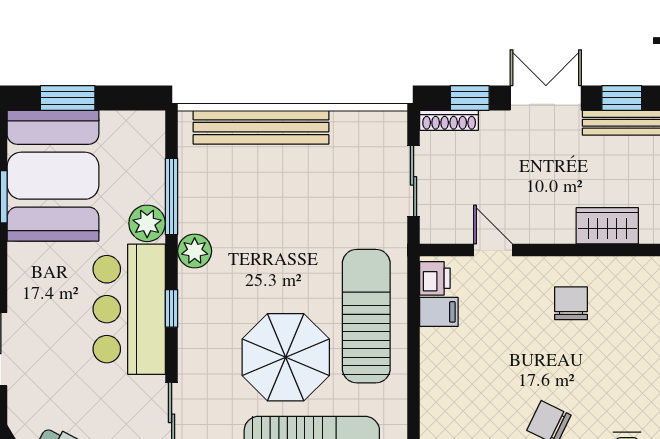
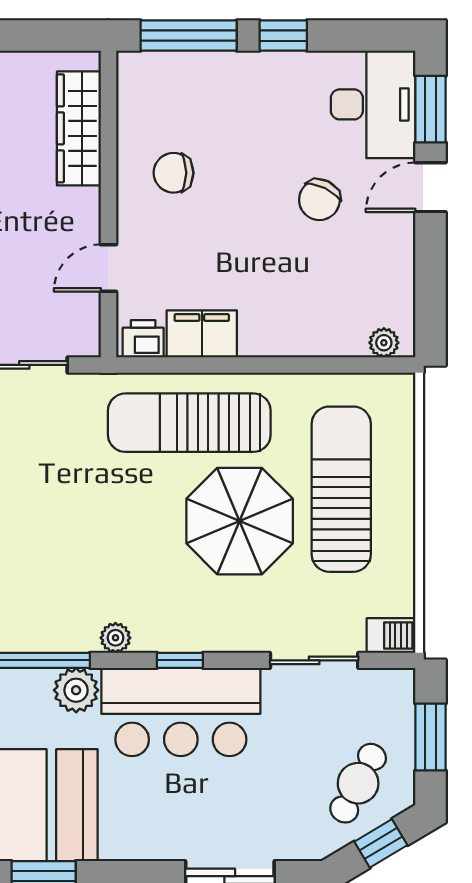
wardrobe: (607, 226) -> (79, 128), width x1.50
plant: (195, 251) -> (115, 638), width x0.73, depth x0.73
filing cabinet: (439, 312) -> (202, 334), width x2.00

